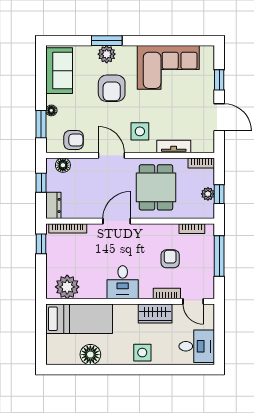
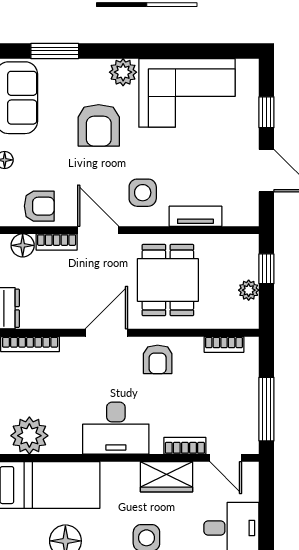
window: (107, 41) -> (55, 51), moved
plant: (107, 54) -> (123, 72), moved
bookcase: (201, 163) -> (57, 242), moved
window: (219, 194) -> (266, 269), moved
window: (219, 256) -> (266, 409), moved
armchair: (170, 259) -> (158, 359), moved, turned 180
desk: (123, 282) -> (116, 428), width x1.37

